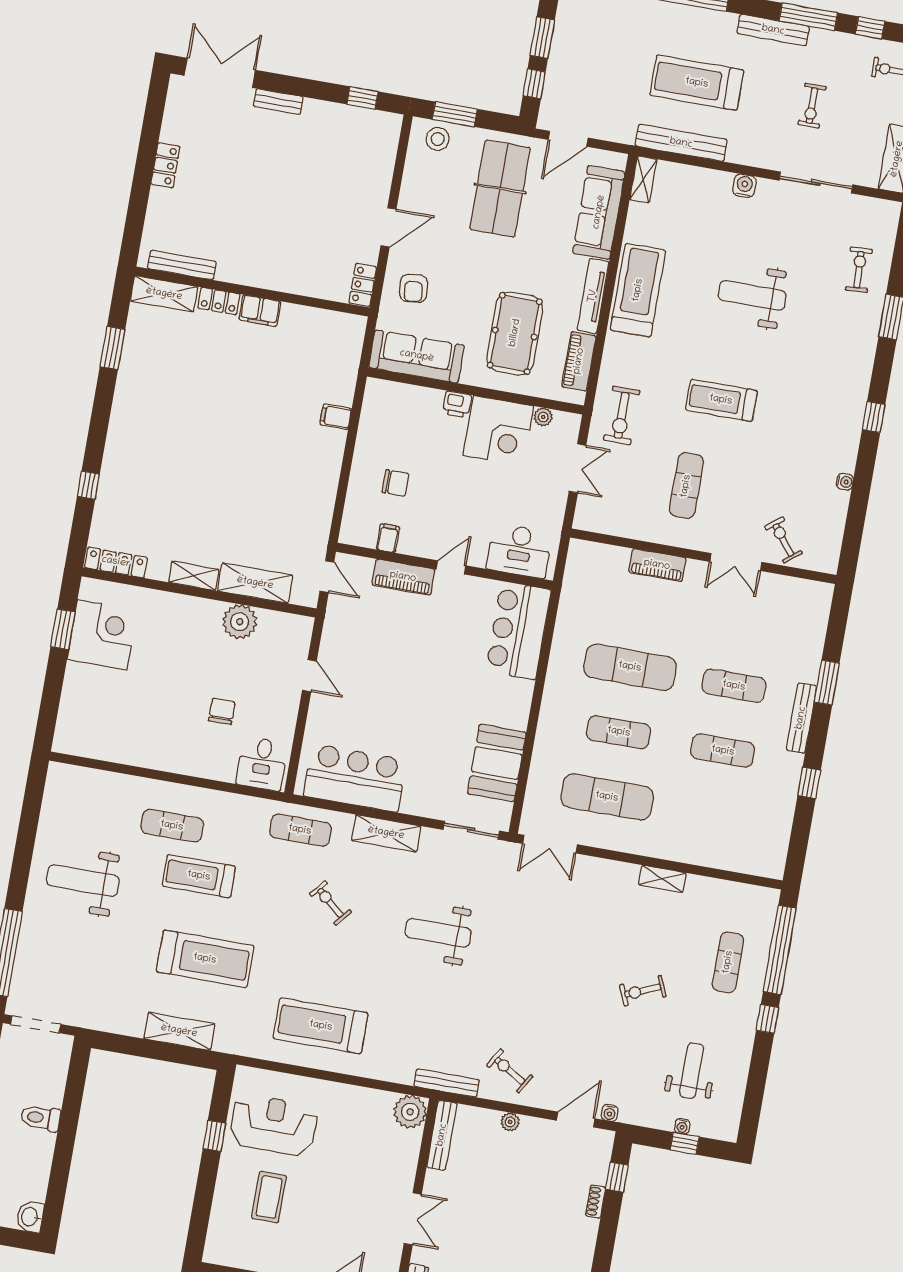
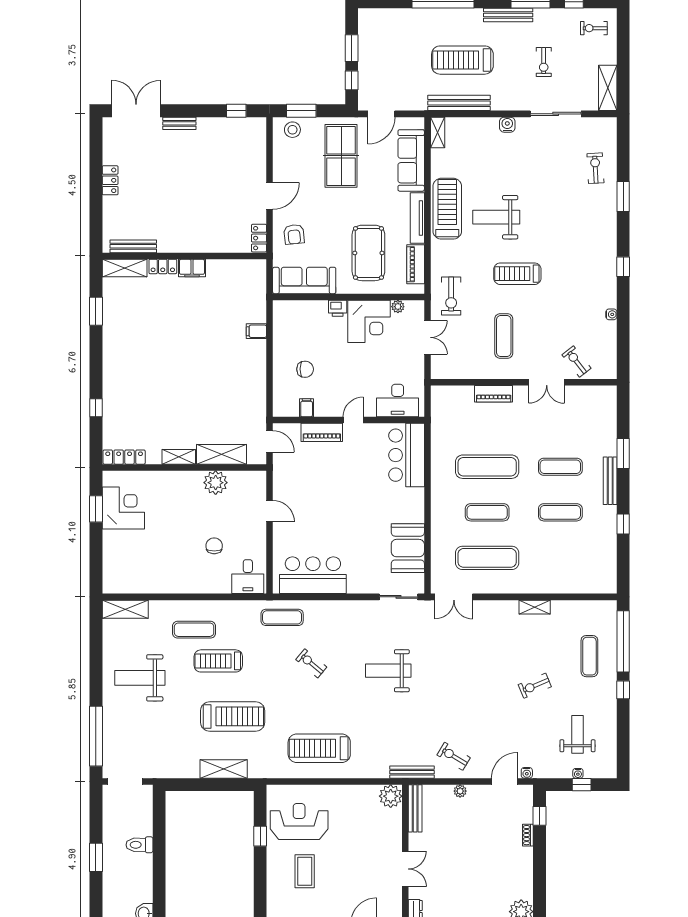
weight bench: (752, 295) -> (496, 217), moved
shelving: (386, 833) -> (125, 609), moved

